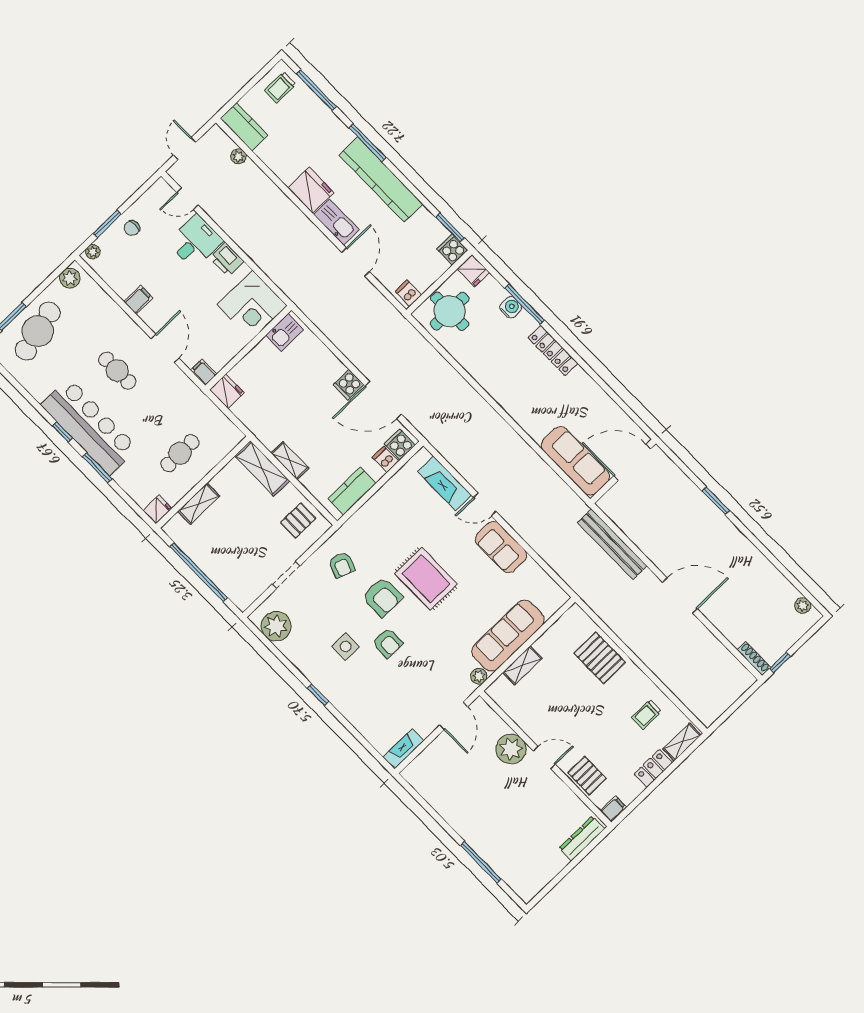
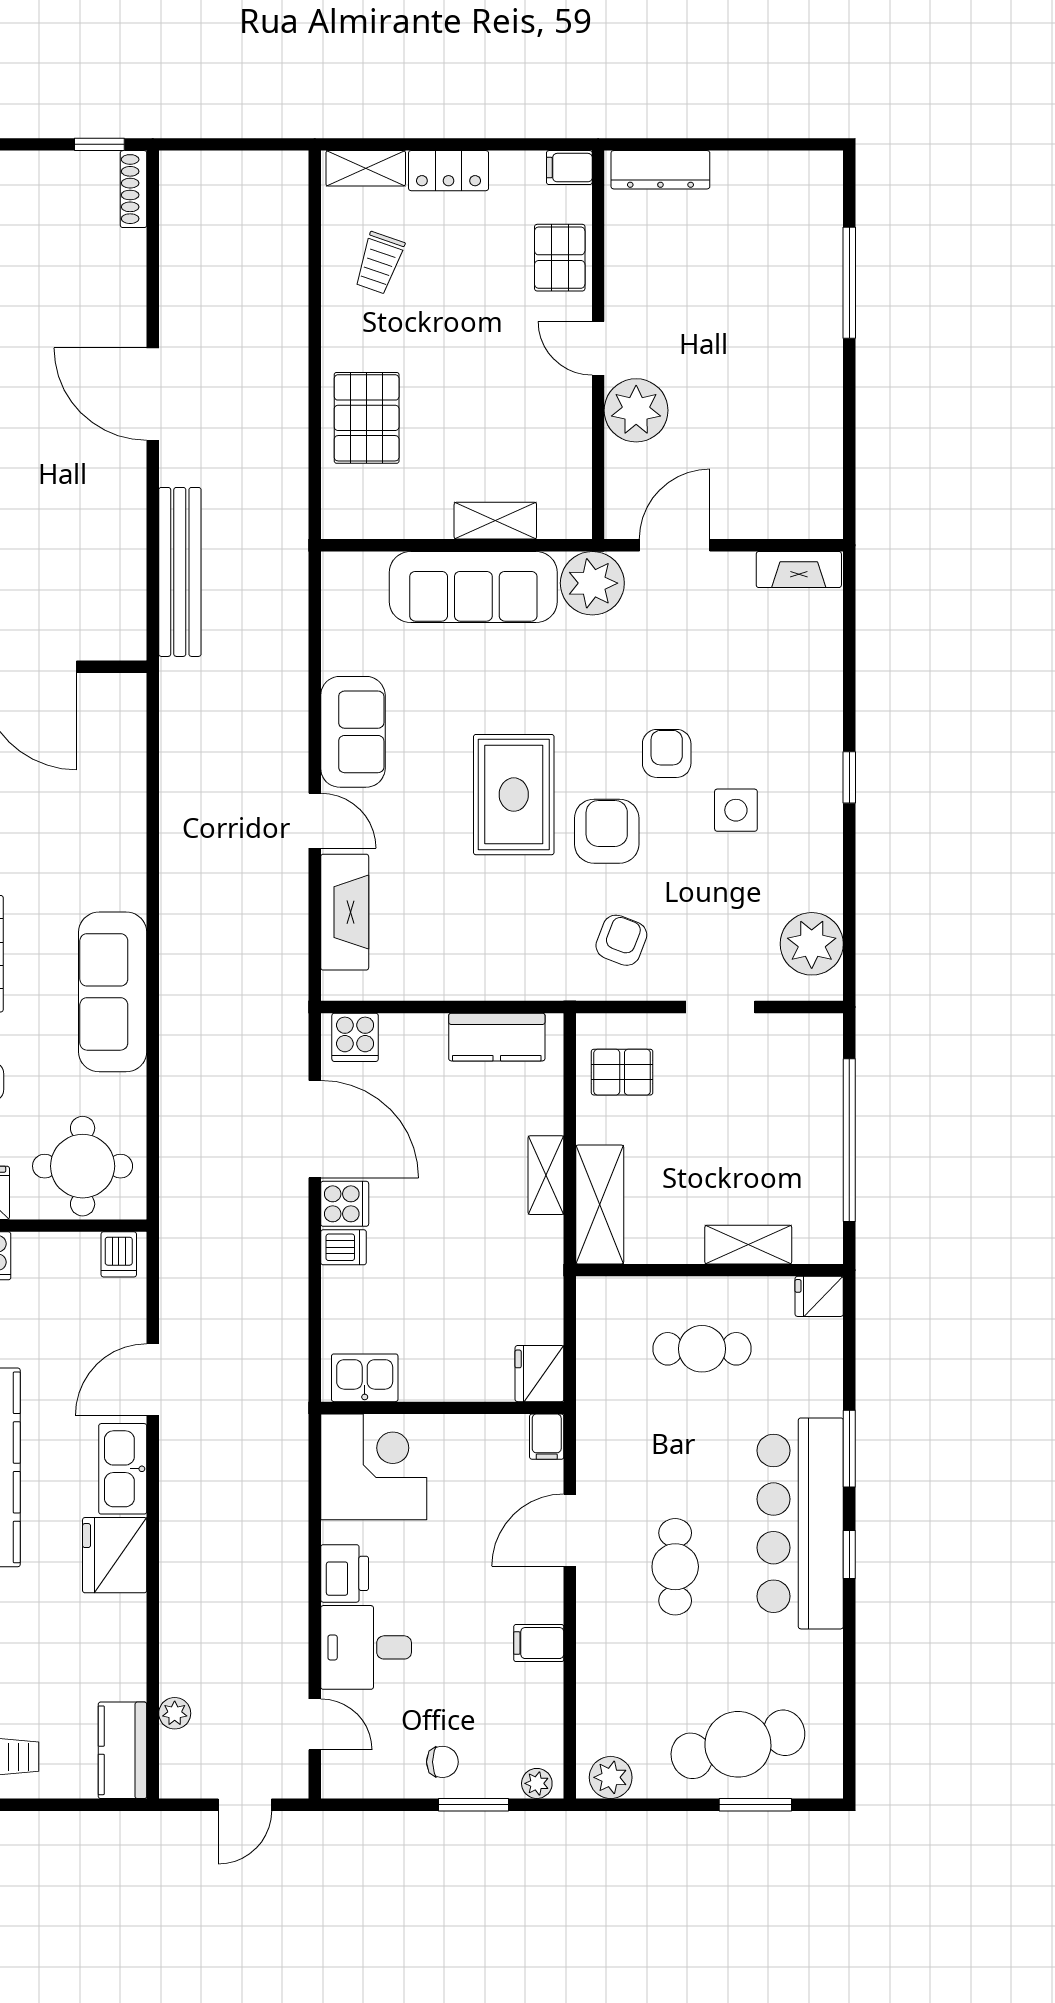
dishwasher: (385, 459) -> (343, 1247), moved, turned -90
sofa: (575, 461) -> (113, 992), moved
plant: (479, 676) -> (592, 583), width x1.88, depth x1.88
trolley: (646, 714) -> (379, 263), turned 109

